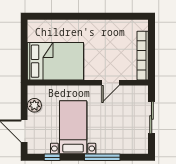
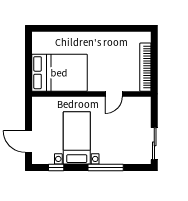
plant: (34, 105) -> (39, 116), removed
sliding door: (152, 117) -> (154, 144), moved

